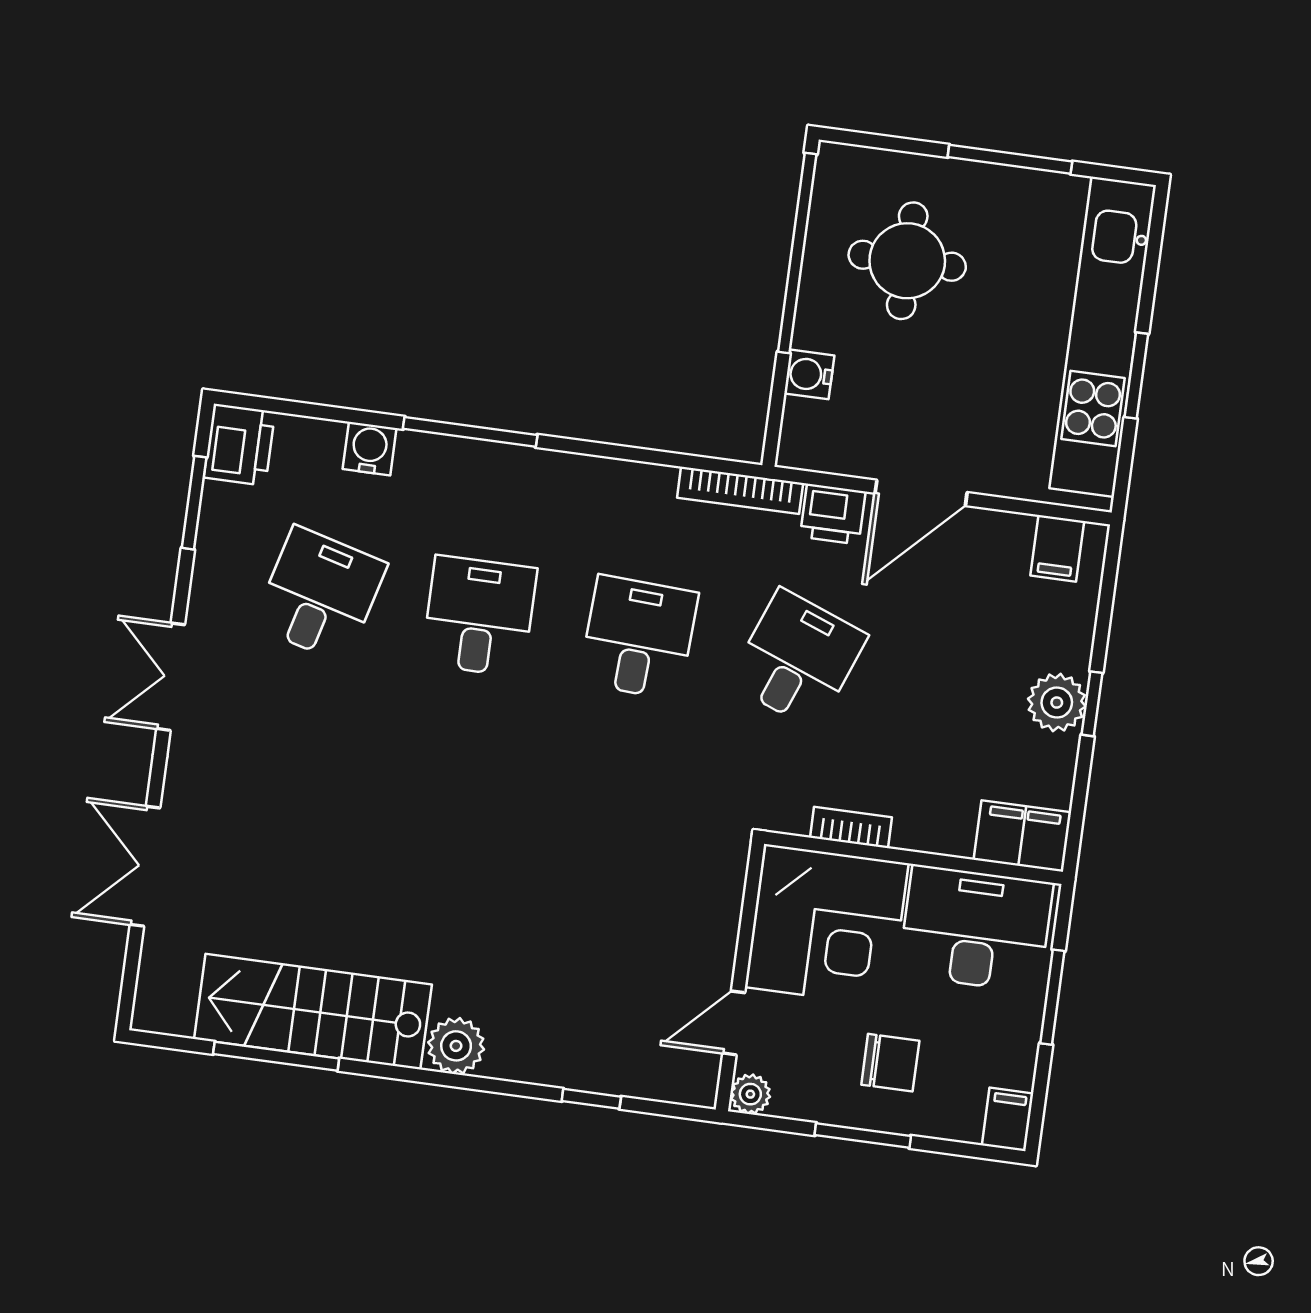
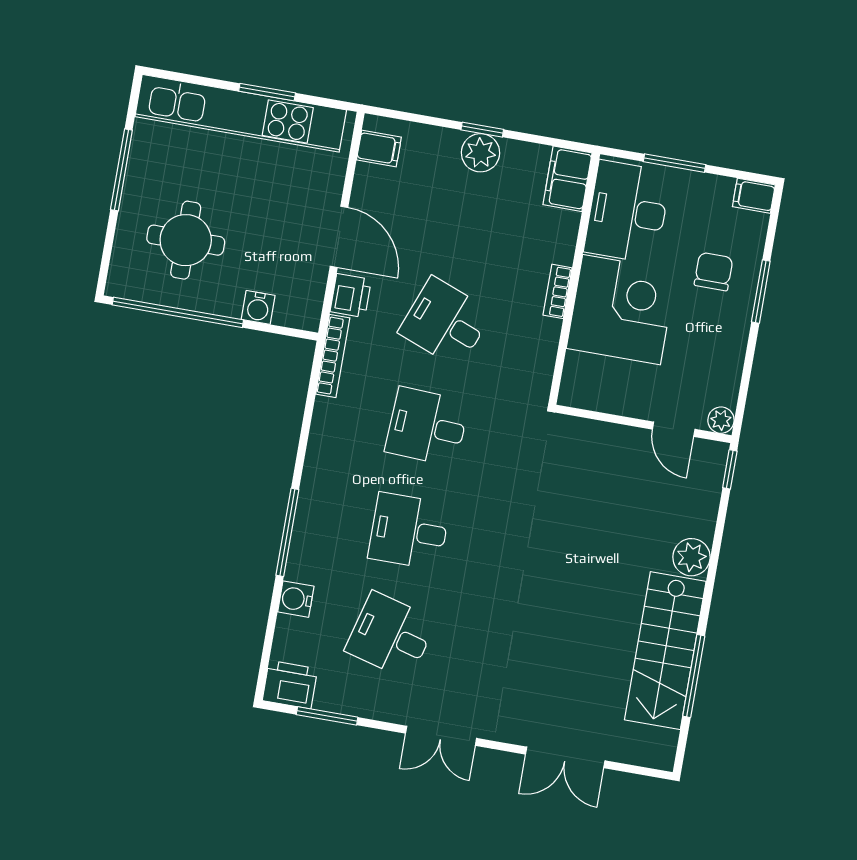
wall: (740, 977) -> (643, 424), moved
door: (734, 1023) -> (674, 429), moved
plant: (750, 1094) -> (721, 420), moved

